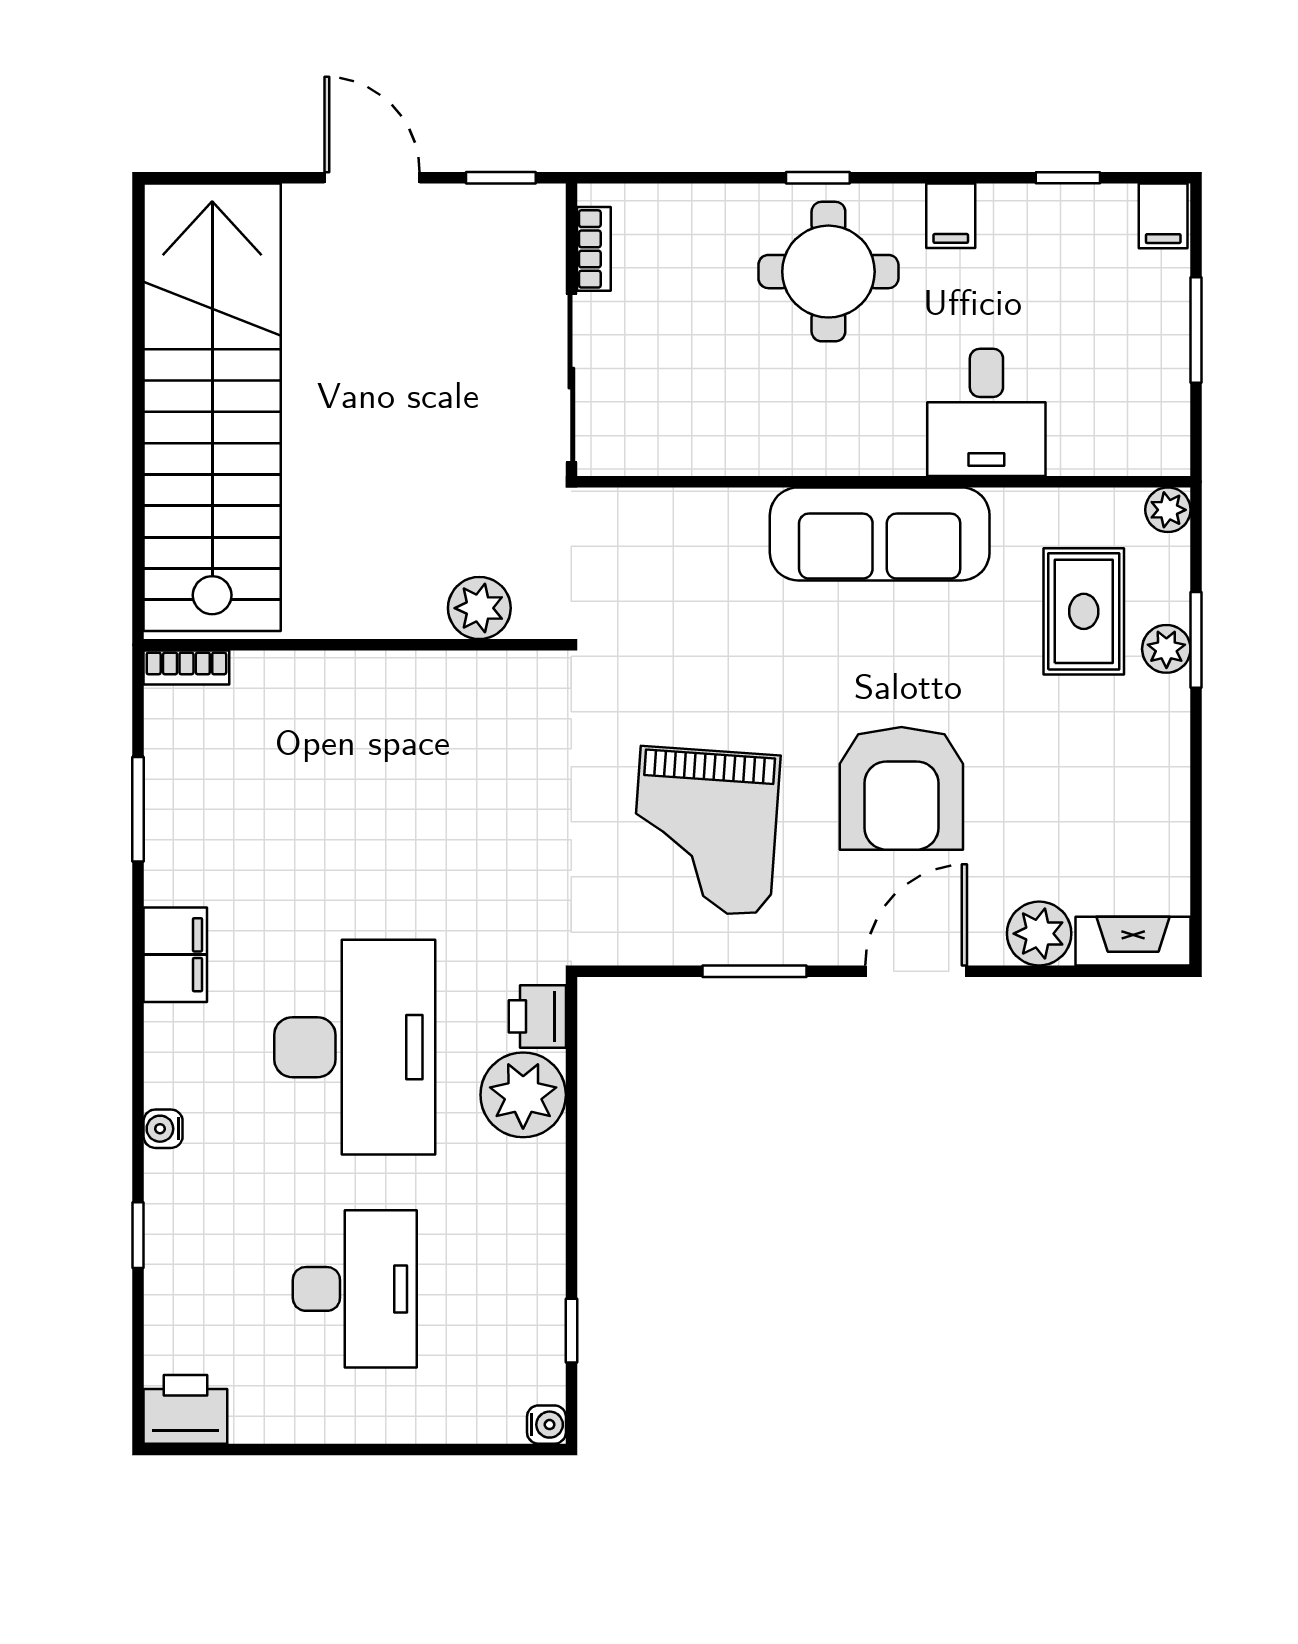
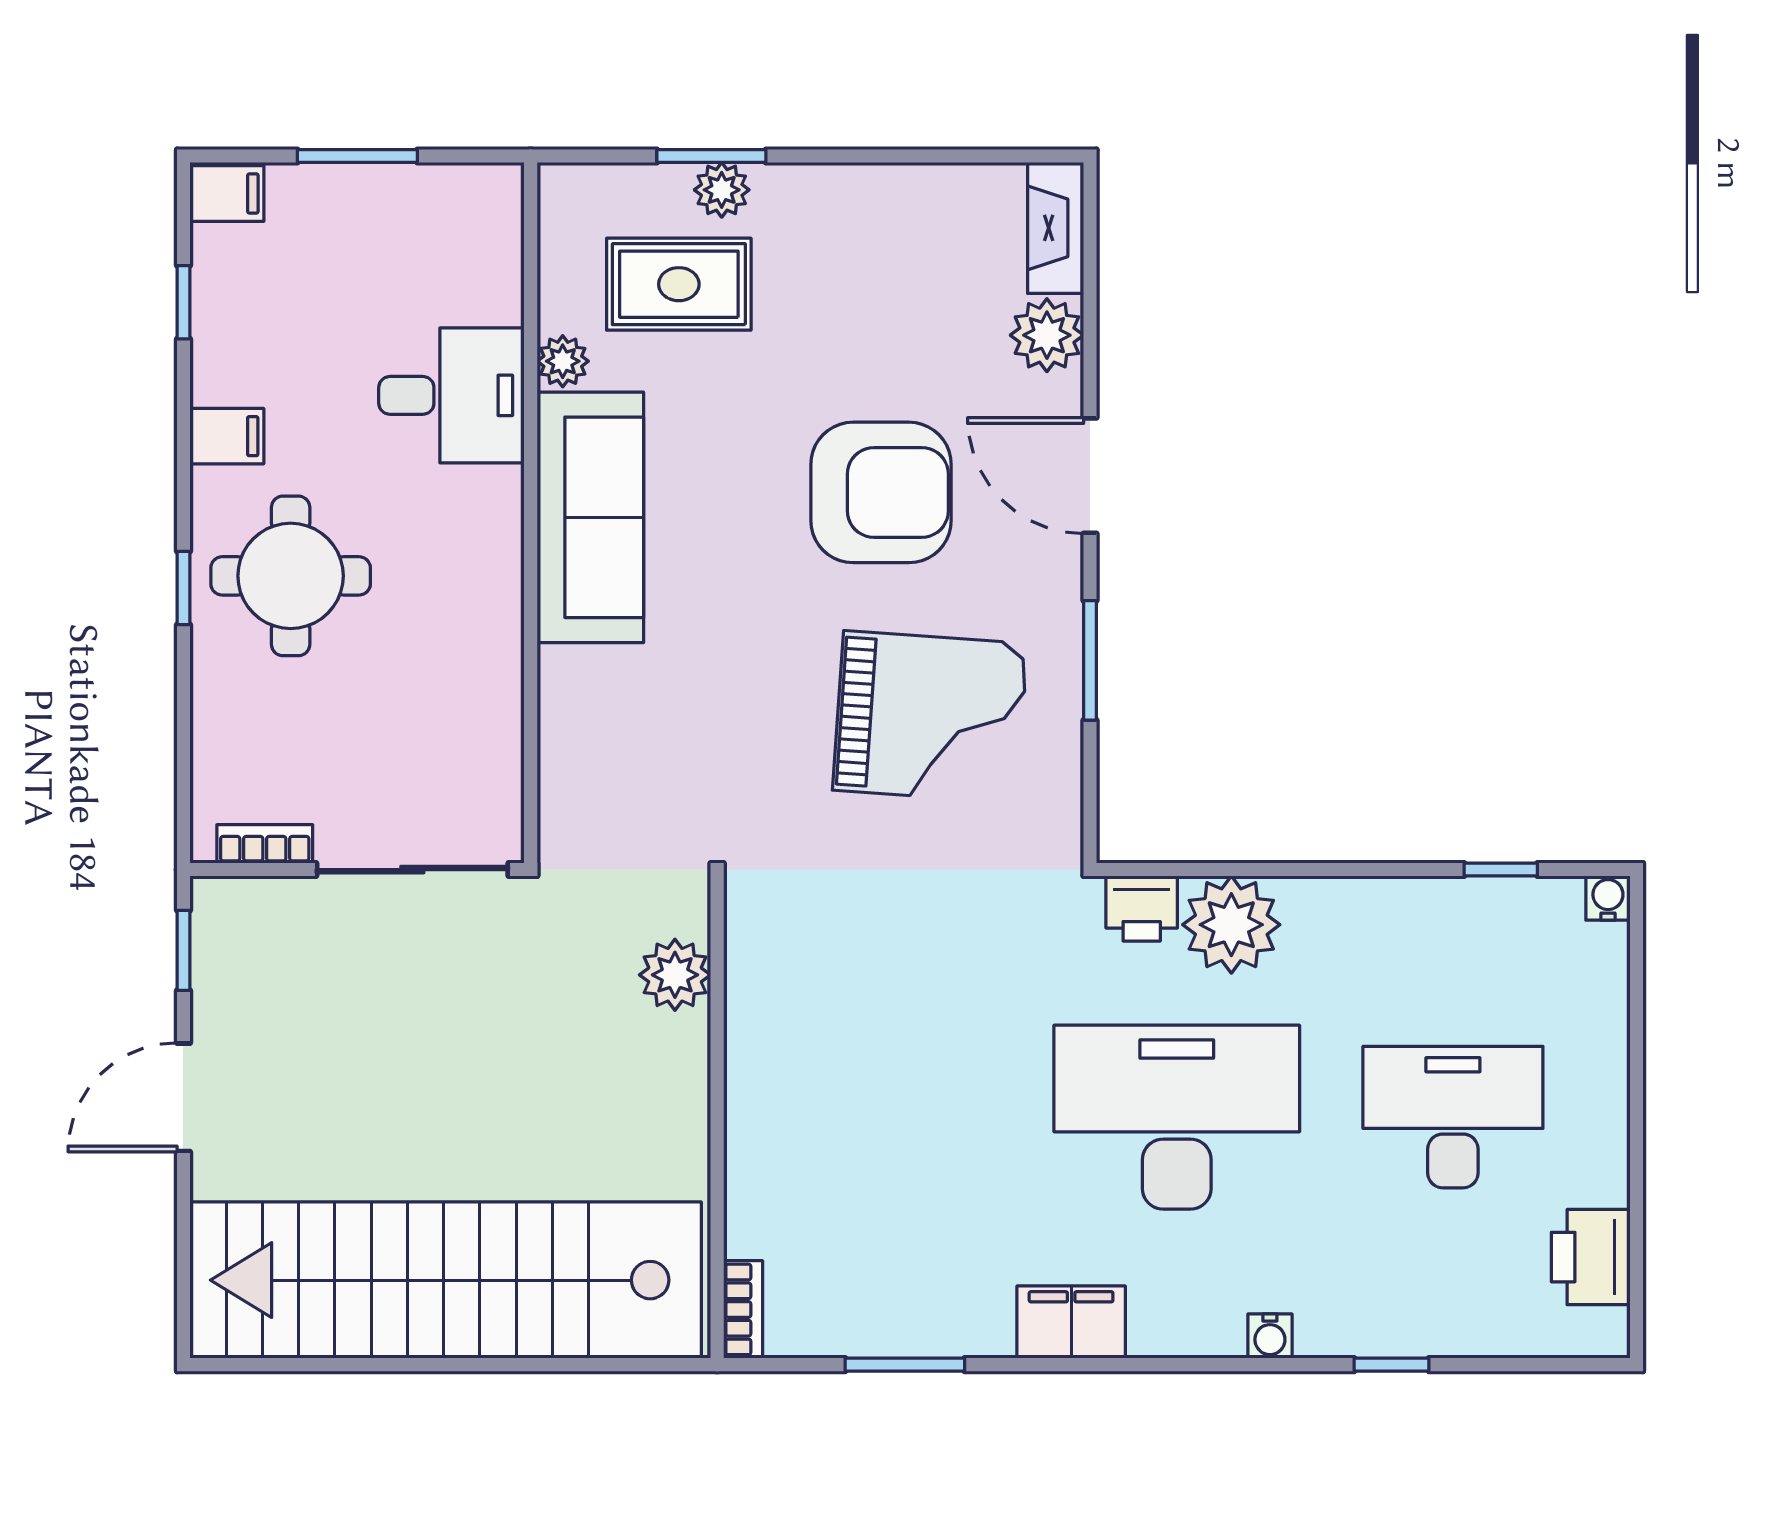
plant: (1168, 510) -> (563, 361), moved
printer: (185, 1409) -> (1591, 1257), moved

